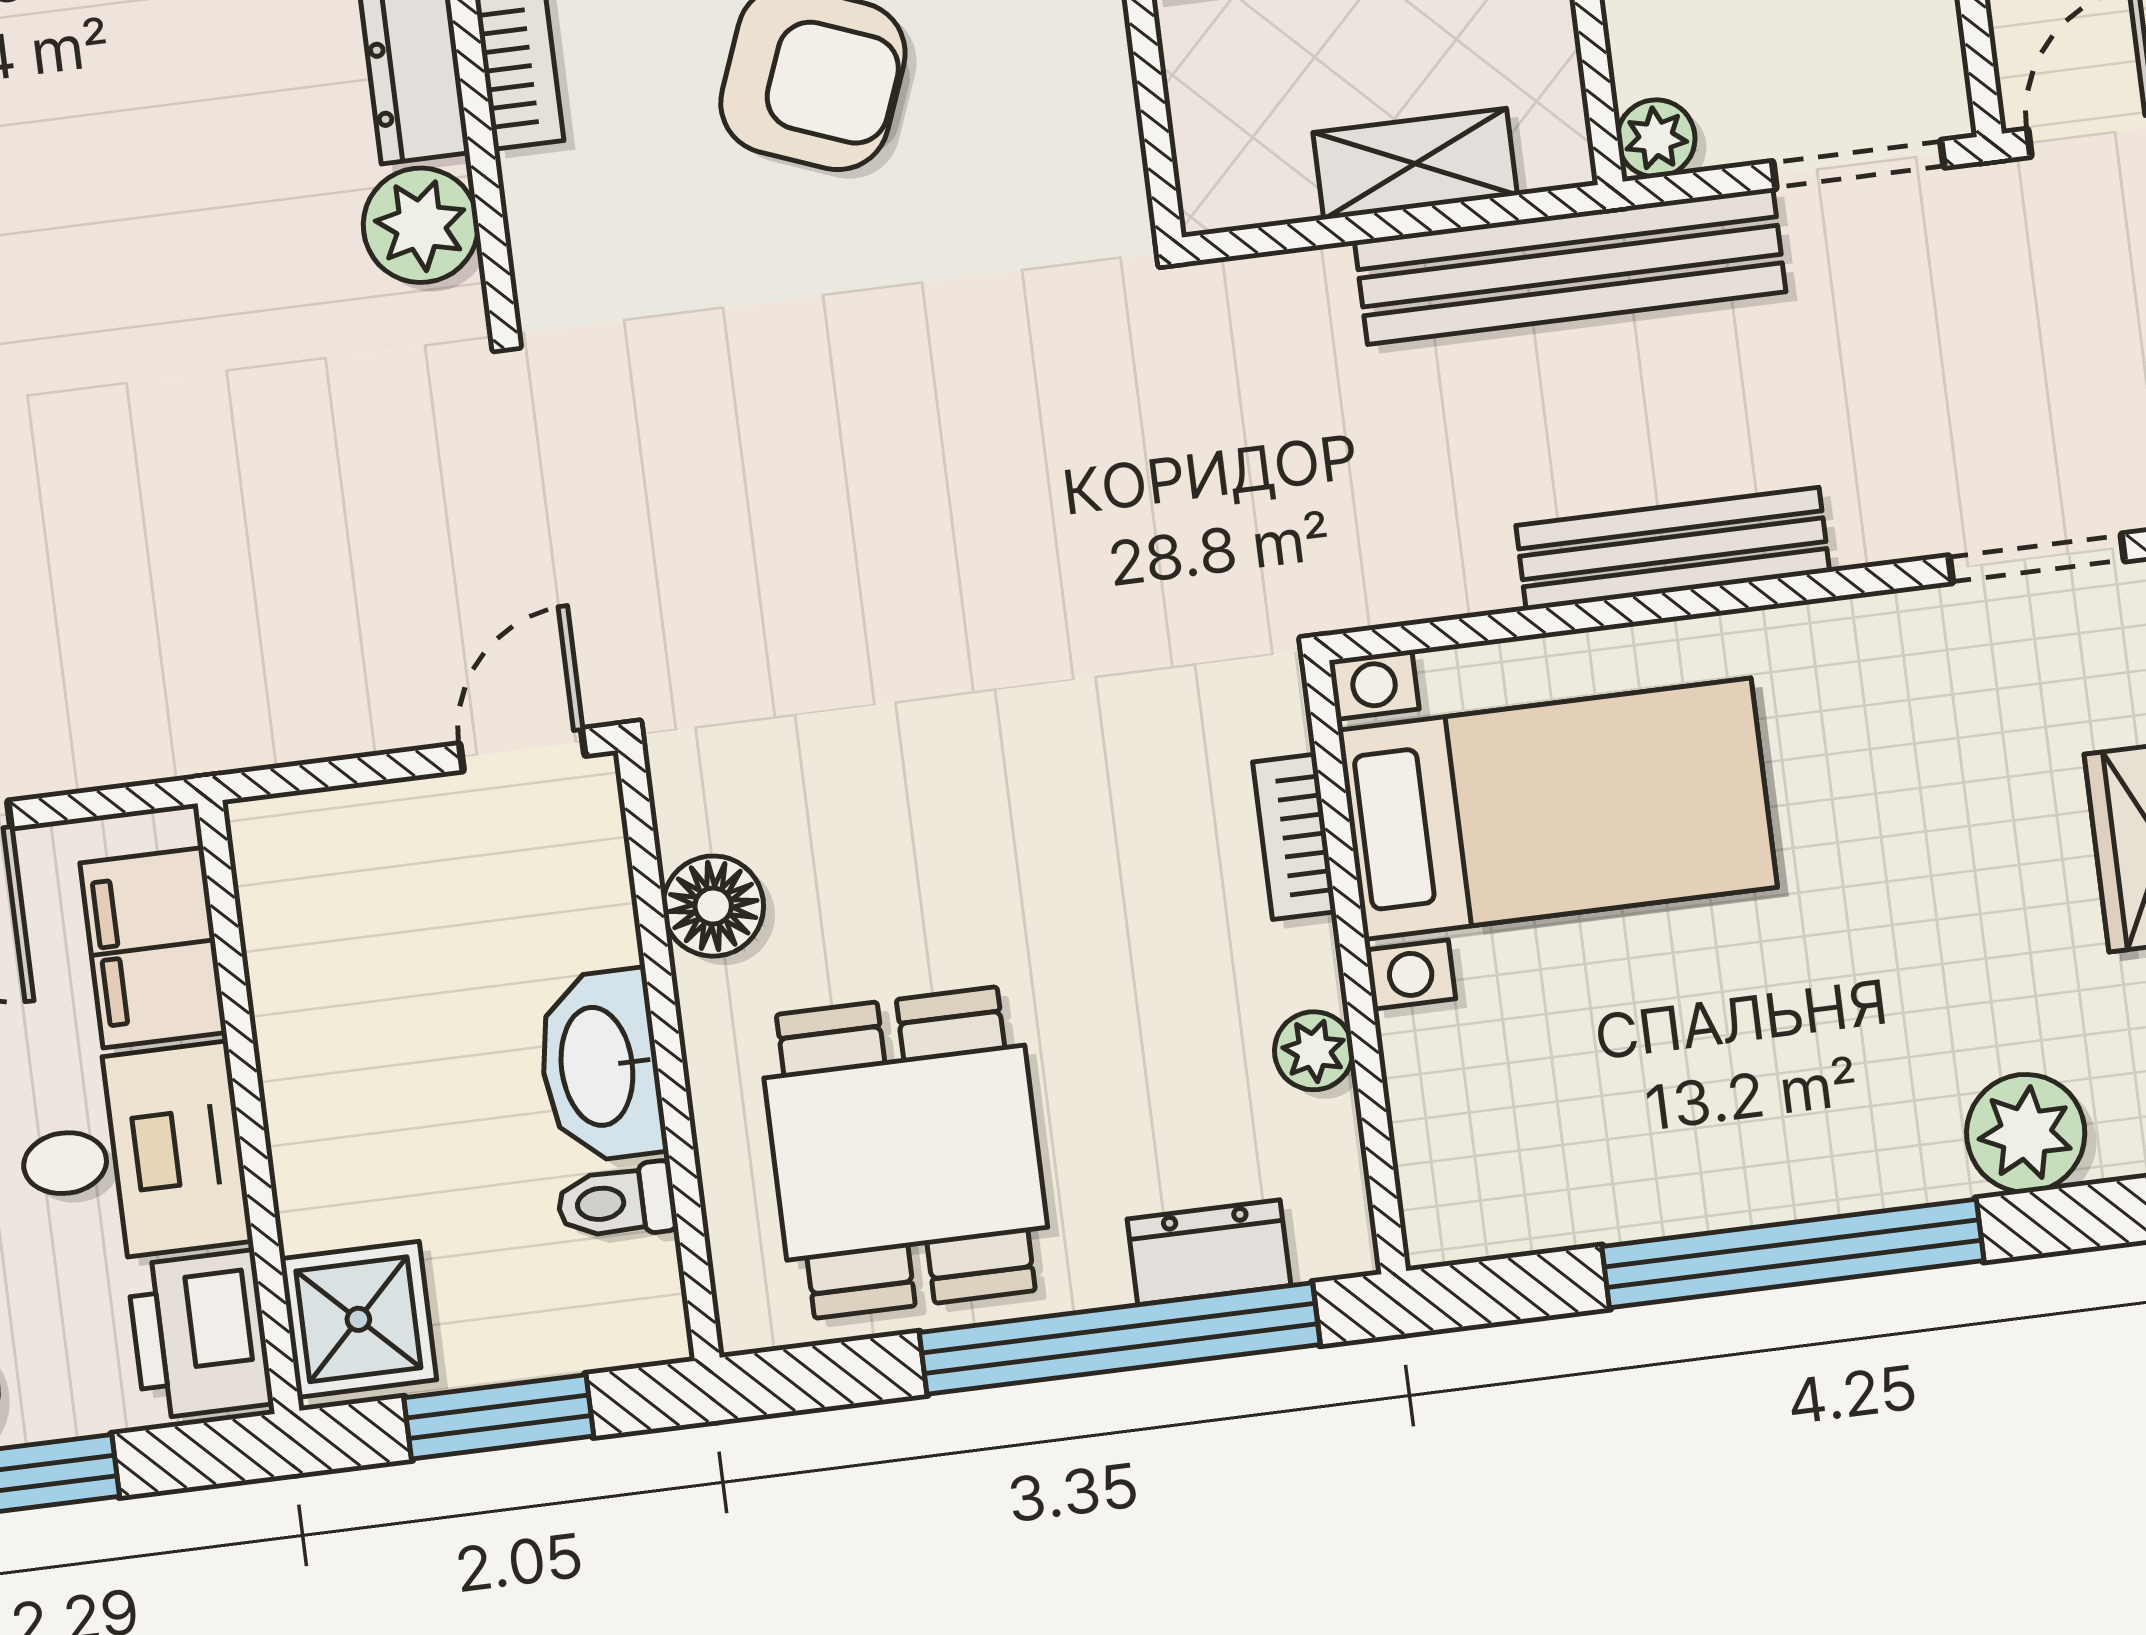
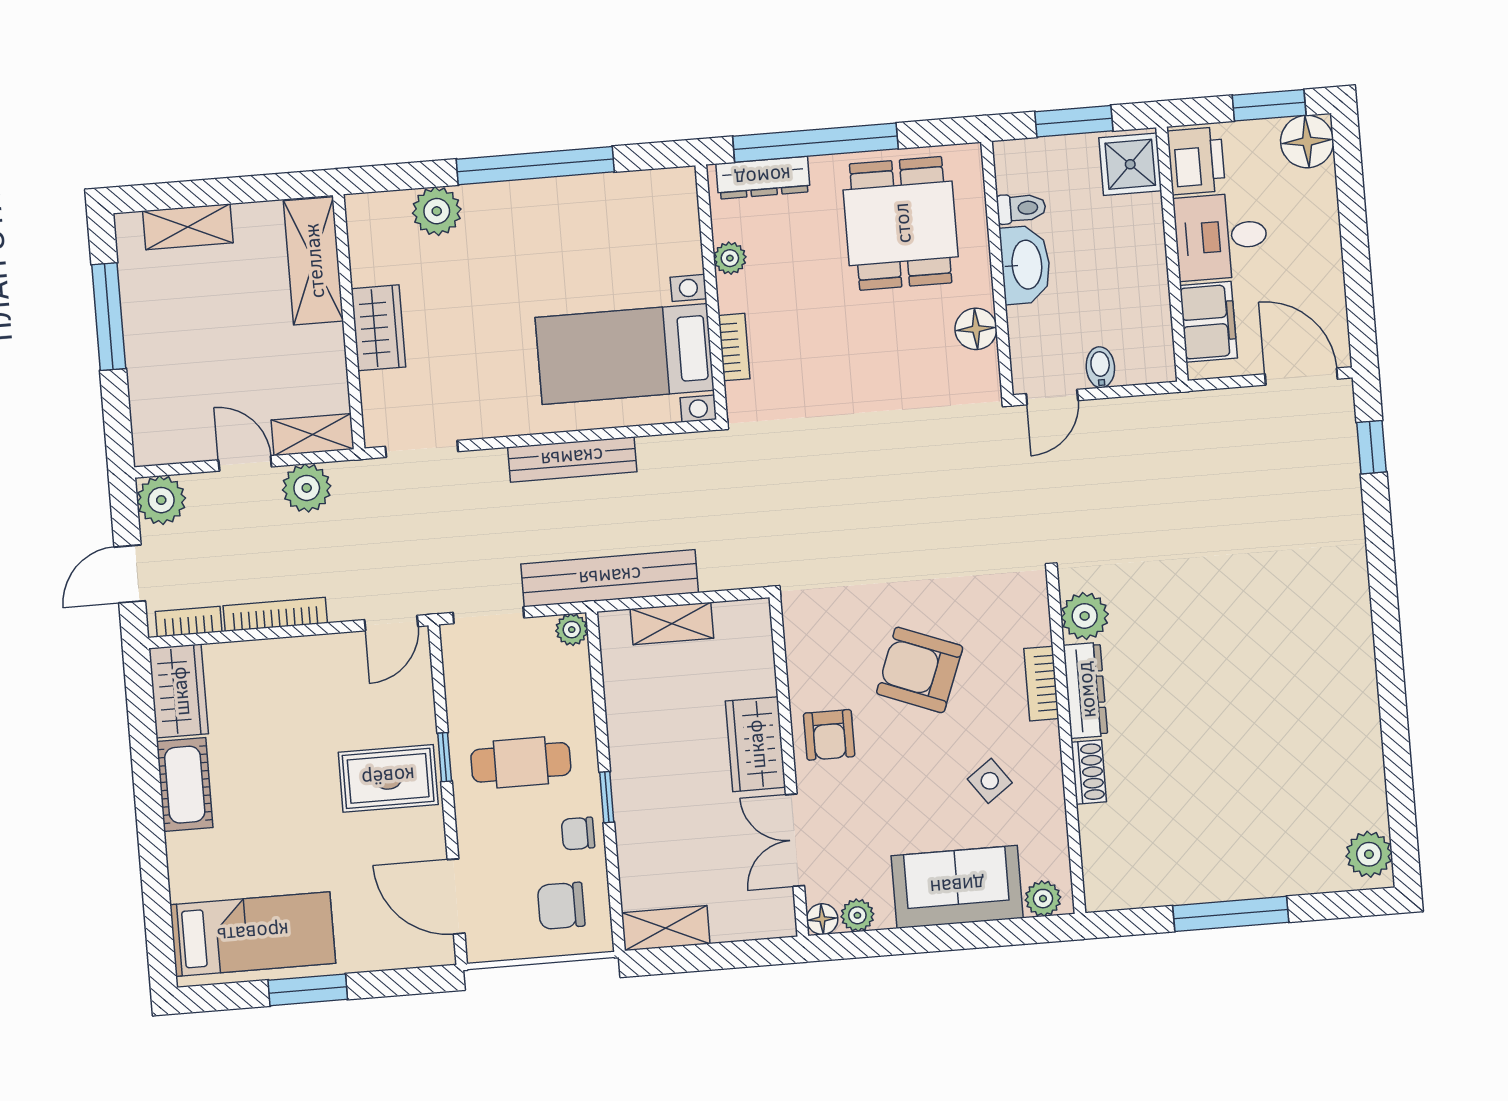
bidet: (409, 827) -> (1100, 367), added
dresser: (1209, 1252) -> (763, 178), width x1.44

